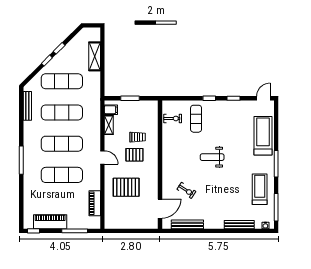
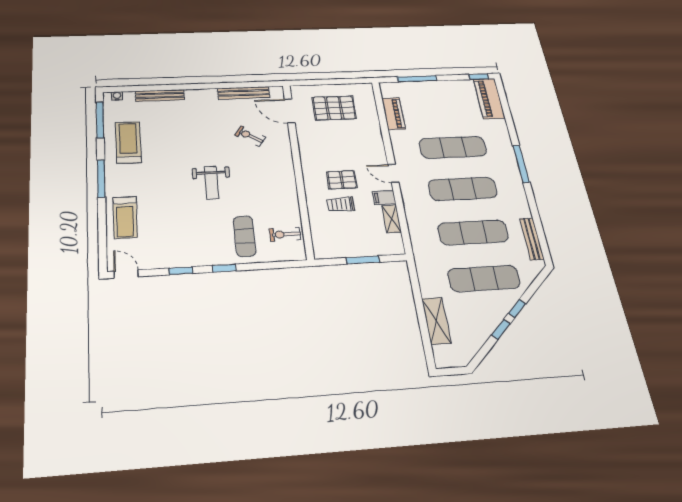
door: (263, 98) -> (126, 274), swing flipped
filing cabinet: (111, 110) -> (384, 198), moved
treadmill: (263, 136) -> (125, 217), width x0.73, depth x0.73
weight bench: (212, 157) -> (212, 183), turned 90
pallet: (126, 187) -> (334, 108), moved
treadmill: (260, 189) -> (128, 142), turned 180
door: (160, 209) -> (290, 111), hinge flipped
piano: (50, 222) -> (489, 99), moved, turned 90

